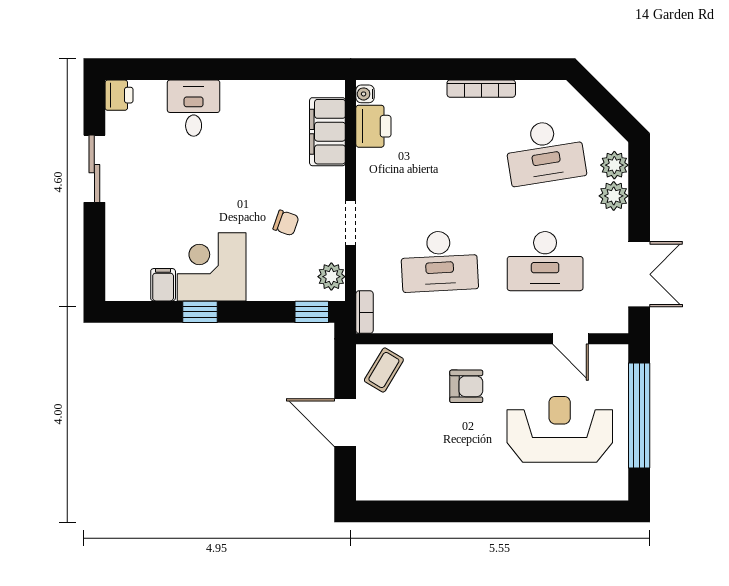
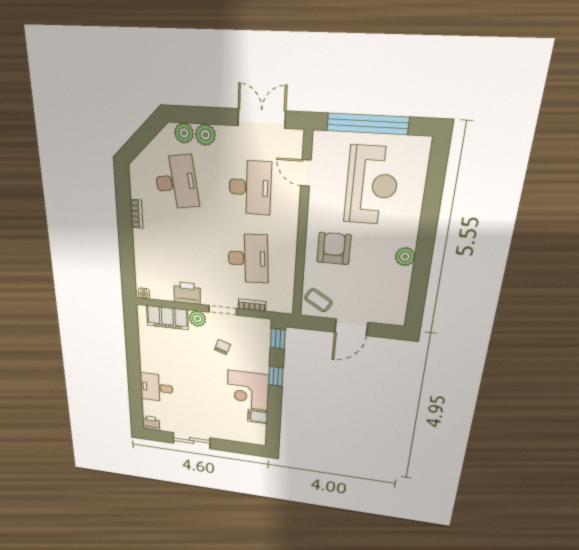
bookcase: (481, 89) -> (137, 214), width x0.64
printer: (373, 126) -> (187, 293), moved
plant: (331, 277) -> (198, 319), moved
window: (200, 312) -> (276, 376), moved
bookcase: (365, 312) -> (252, 305), moved
door: (571, 339) -> (306, 173), swing flipped
armchair: (466, 386) -> (334, 248), width x1.38, depth x1.38
reception desk: (560, 429) -> (372, 185), turned 180
plant: (463, 487) -> (405, 257), added

